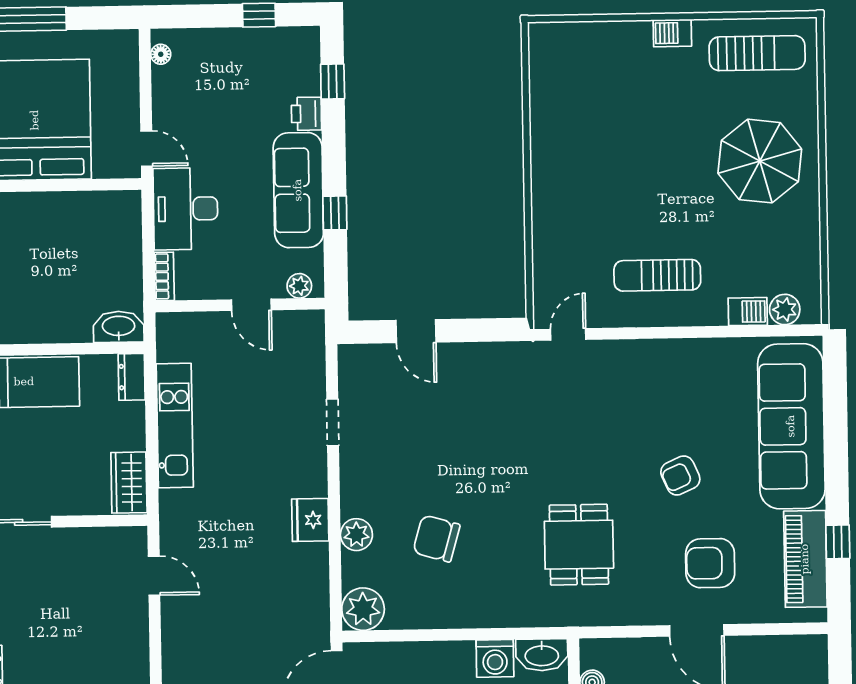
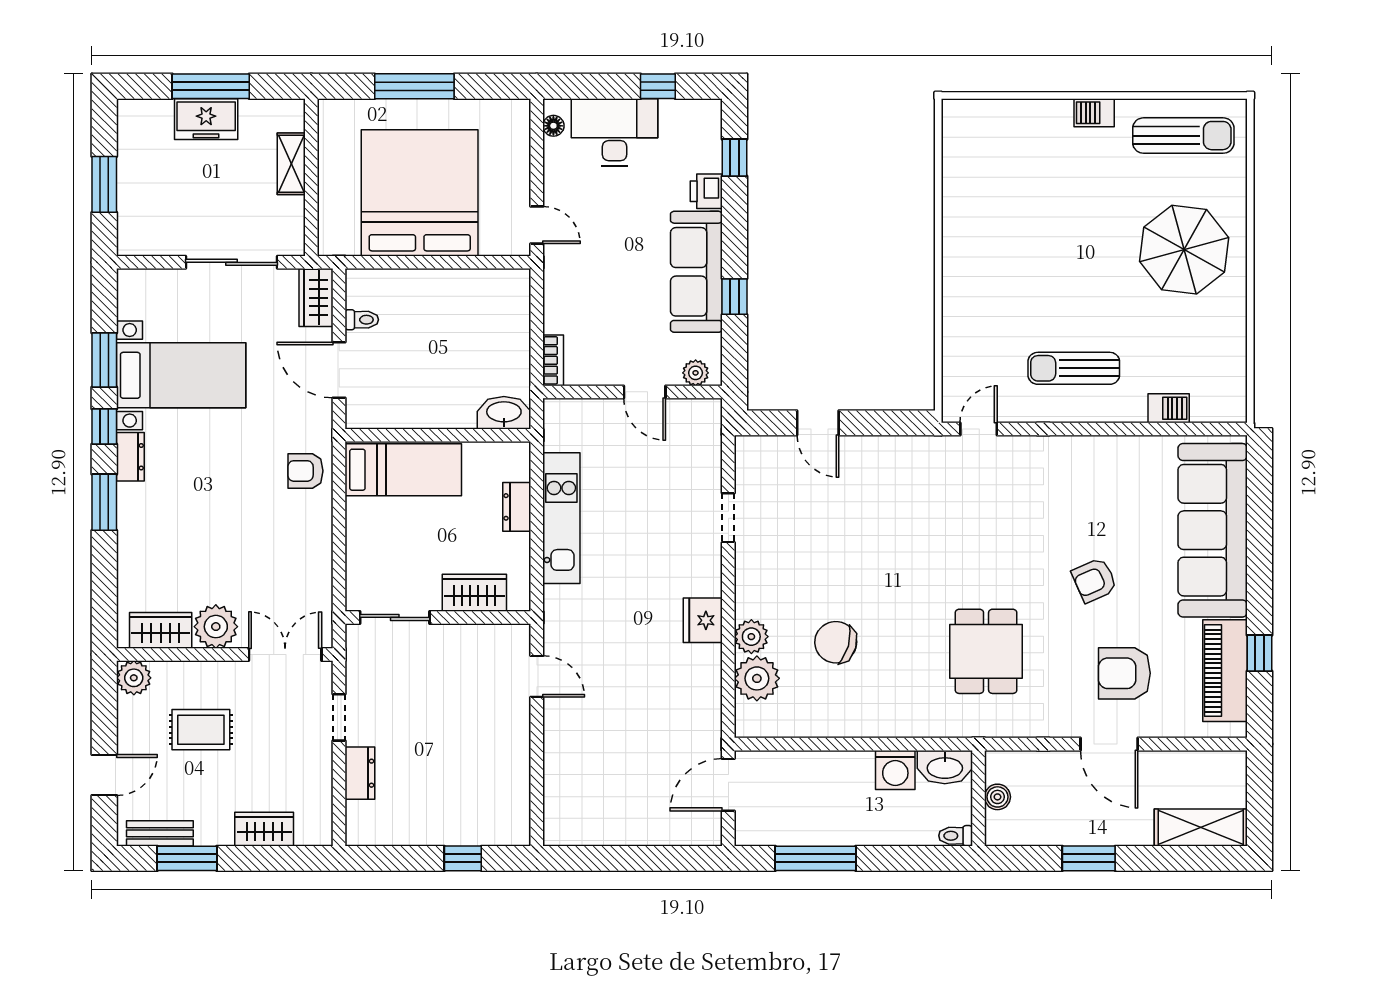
desk: (185, 209) -> (615, 132), moved, turned 90
plant: (785, 310) -> (1208, 407), removed
dresser: (132, 377) -> (517, 507), moved
wardrobe: (129, 483) -> (474, 593), moved, turned 90
plant: (363, 609) -> (757, 678), moved

